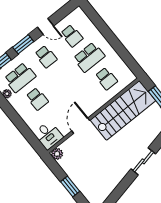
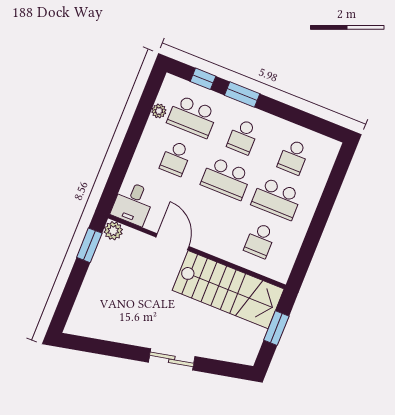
door: (45, 26) -> (286, 112), removed
school desk: (63, 78) -> (226, 178), added
door: (81, 126) -> (172, 242), hinge flipped
window: (70, 186) -> (89, 245), moved

